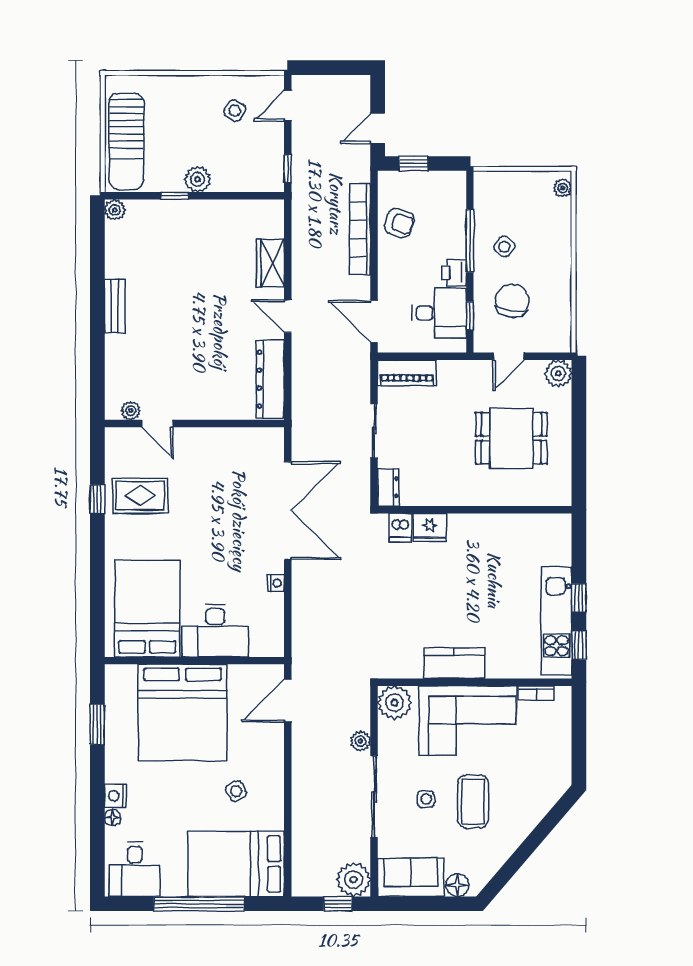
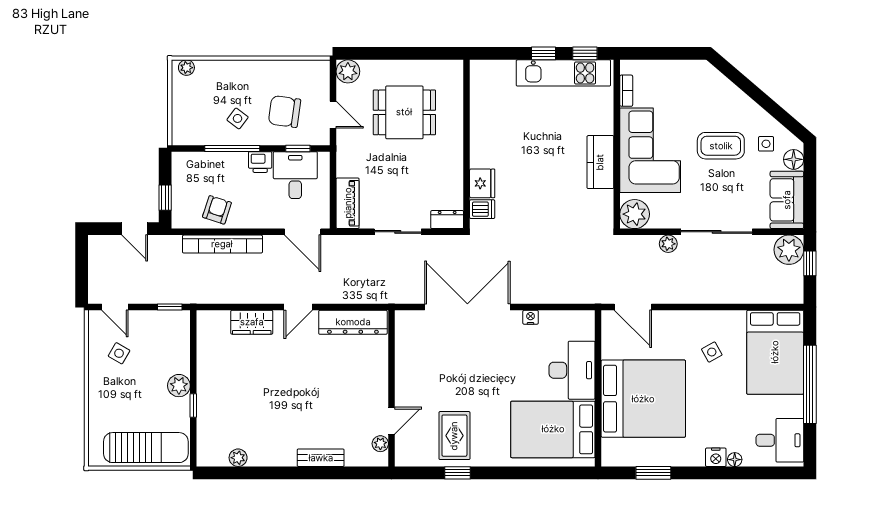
plant: (115, 210) -> (238, 458), moved
bench: (115, 306) -> (321, 458), moved
door: (374, 321) -> (303, 232), hinge flipped
dining table: (511, 438) -> (404, 112), turned 90
side table: (426, 799) -> (766, 144), moved

